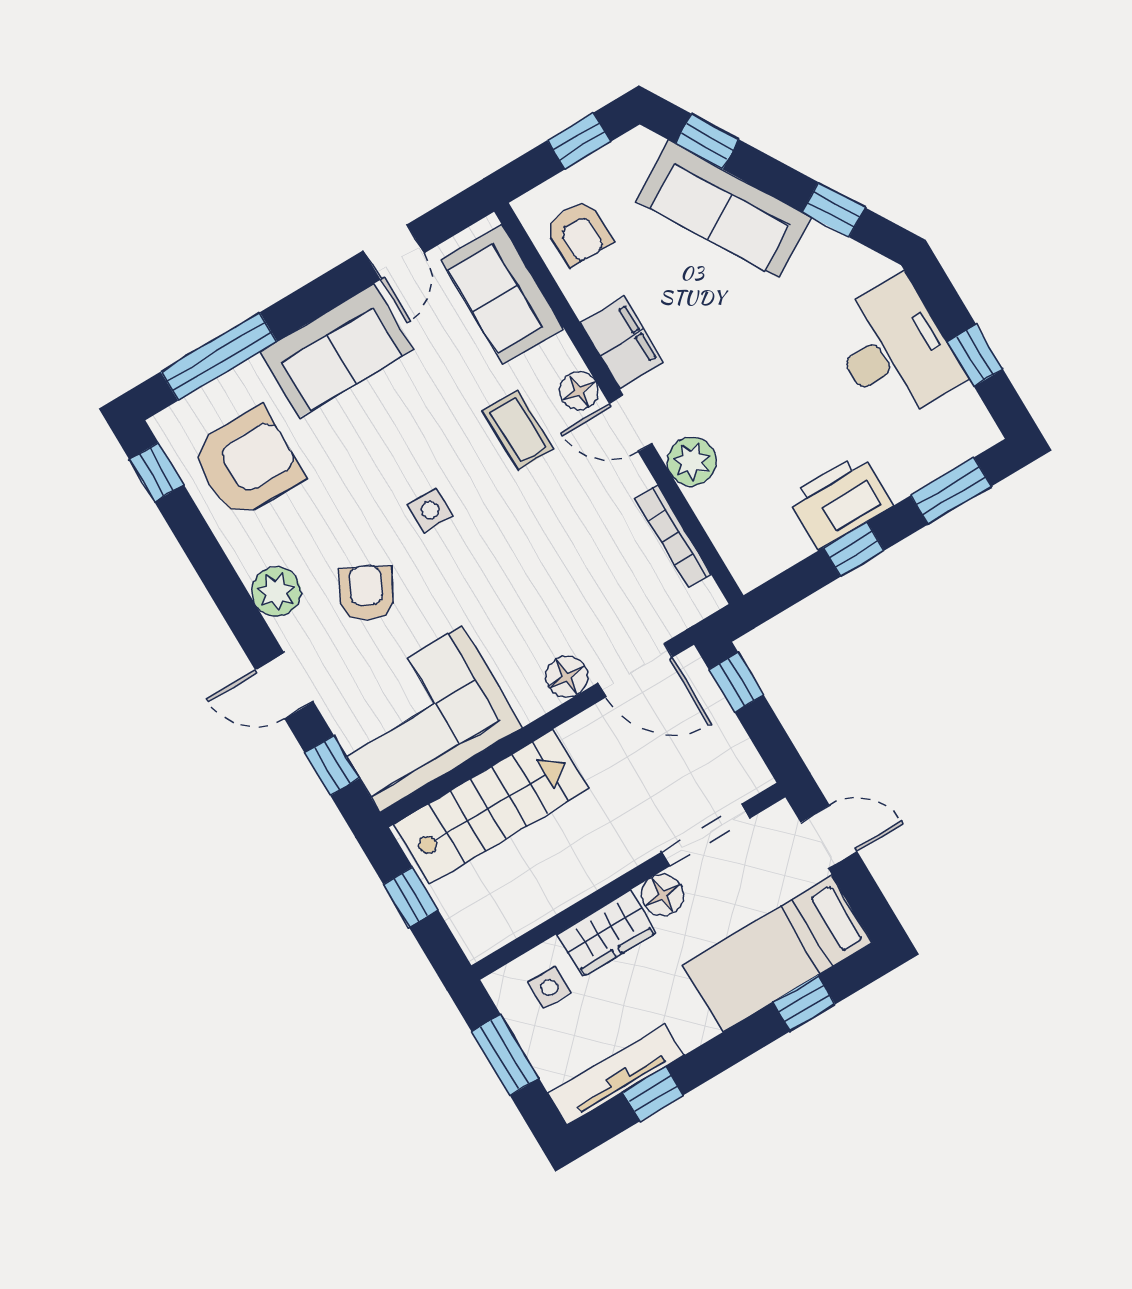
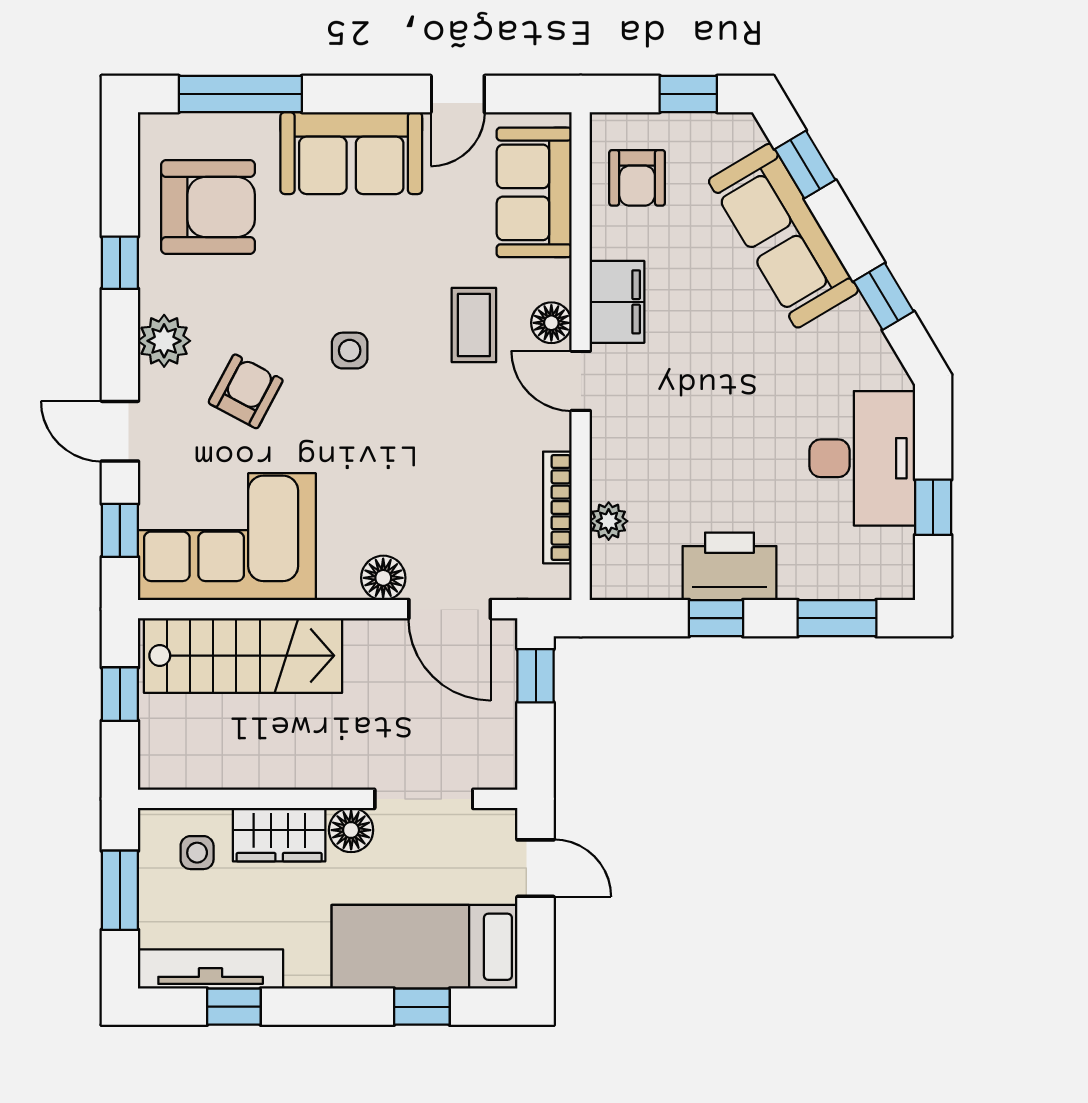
plant: (692, 461) -> (609, 521), moved, width x0.73, depth x0.73
window: (156, 472) -> (120, 263), moved

